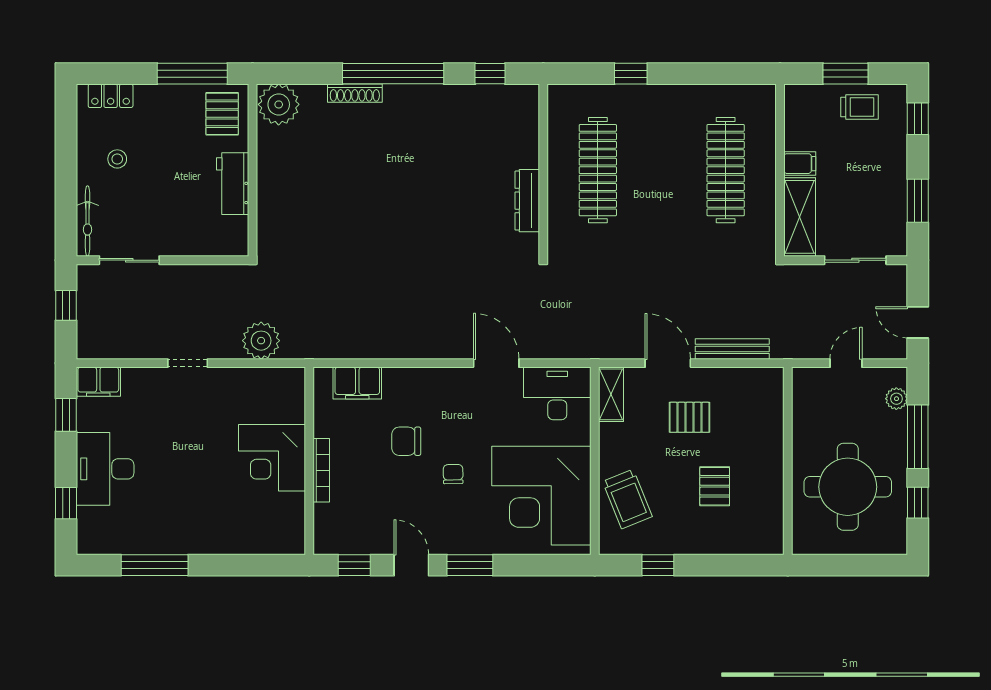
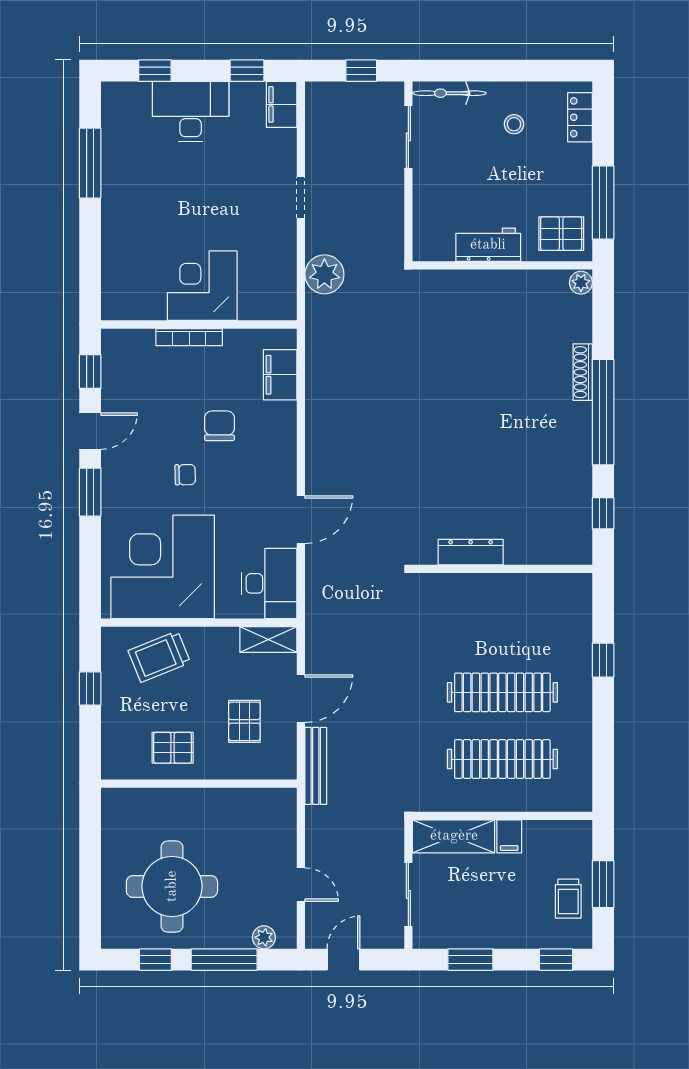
plant: (279, 104) -> (581, 283), width x0.53, depth x0.53
clothes rail: (598, 170) -> (502, 692), moved
wall: (788, 461) -> (199, 784), moved

